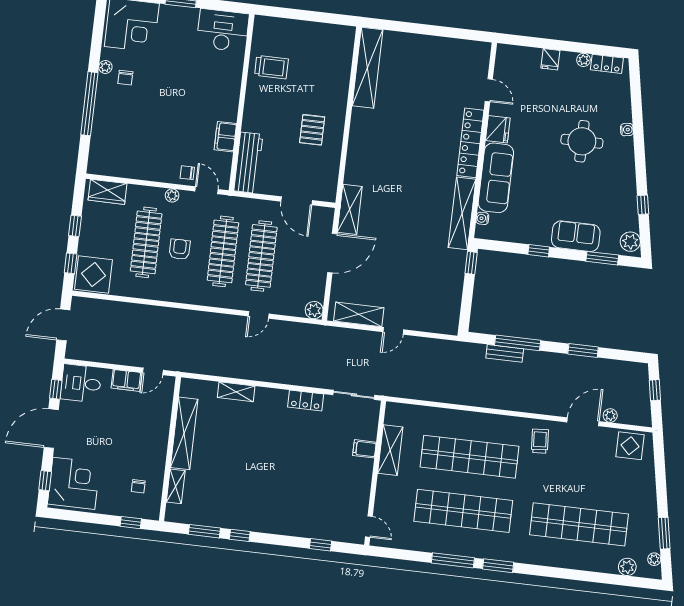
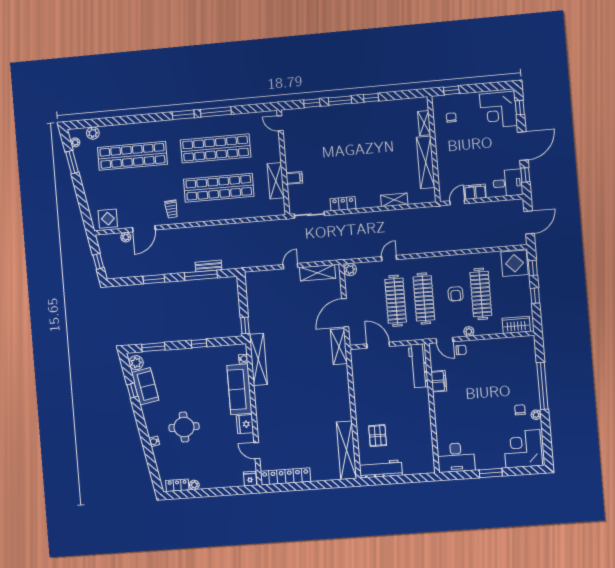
workbench: (326, 34) -> (381, 469), added
fridge: (550, 59) -> (250, 479), moved
trolley: (271, 67) -> (416, 438), removed
pallet: (312, 130) -> (378, 436), moved
locker: (470, 143) -> (285, 476), moved, turned -90
sofa: (576, 236) -> (145, 386), moved, turned -100
window: (204, 531) -> (340, 101), moved

